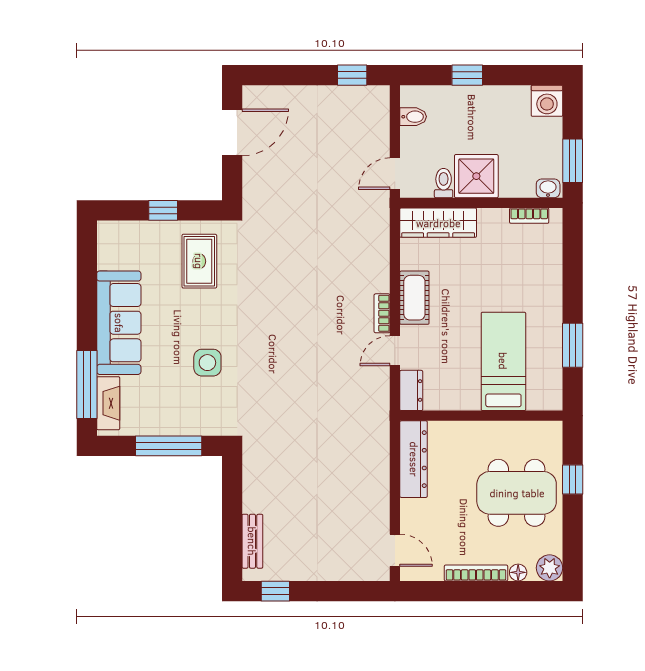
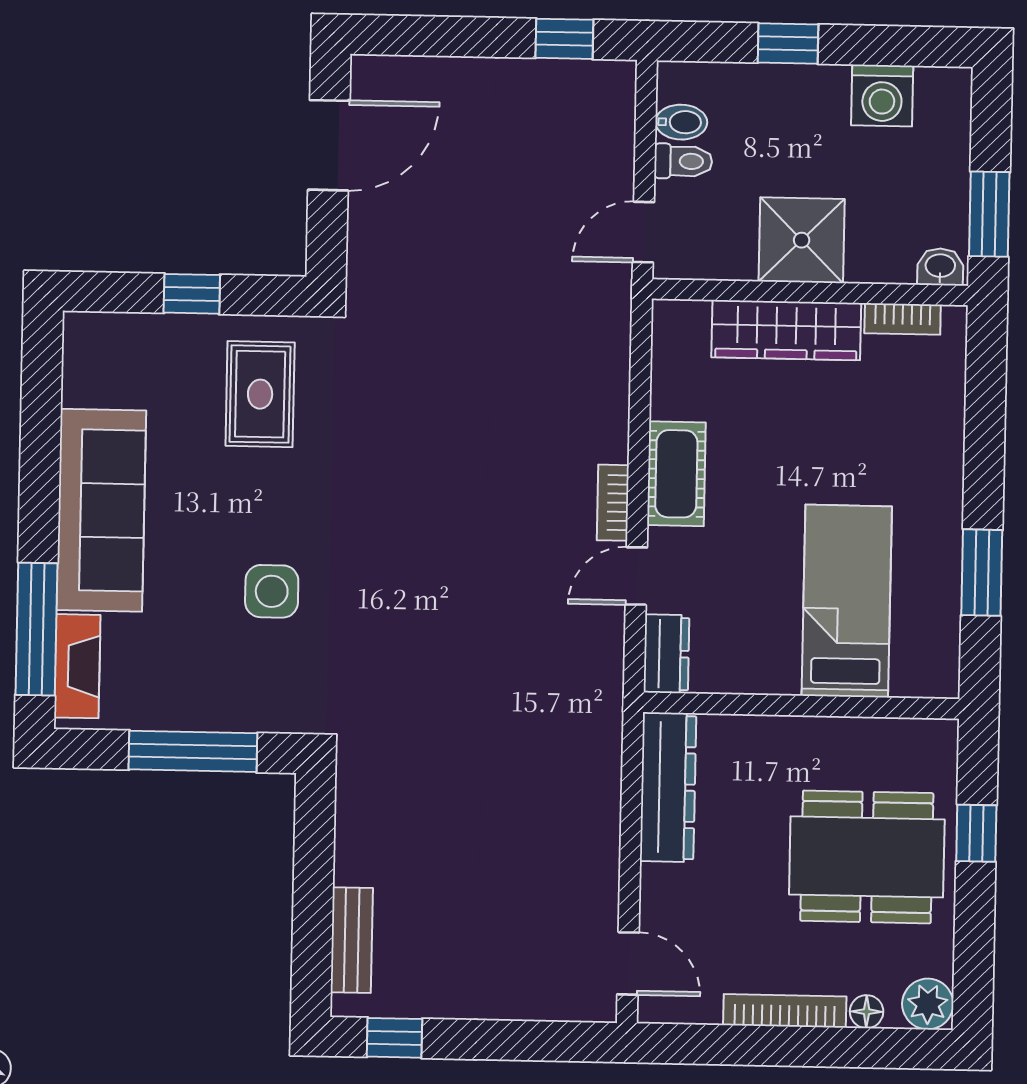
washing machine: (547, 101) -> (882, 95), moved
toilet: (444, 183) -> (683, 161), moved, turned 90
wardrobe: (438, 223) -> (786, 330), moved

